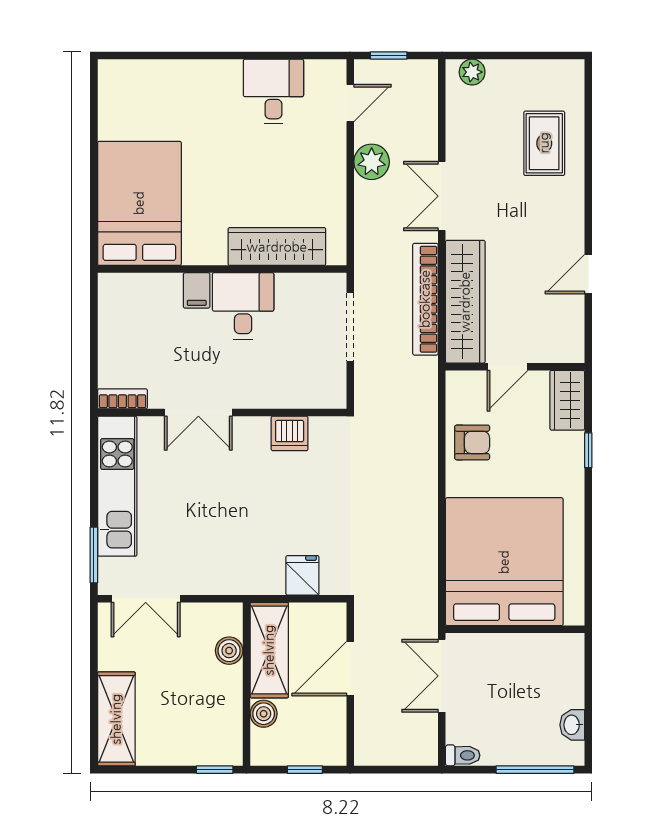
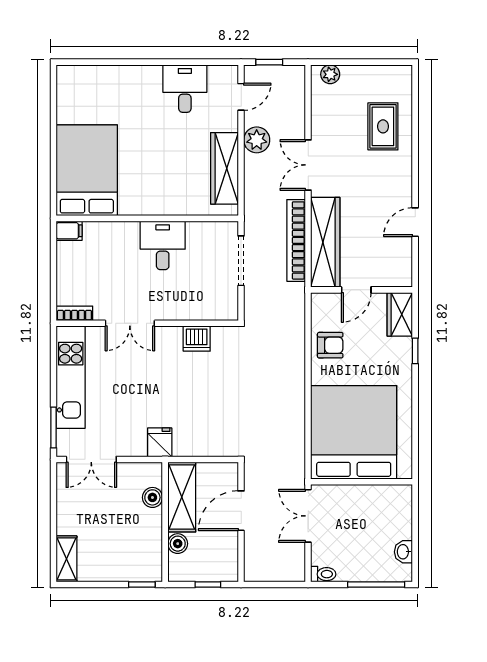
wardrobe: (277, 247) -> (225, 168), moved, turned -90
filing cabinet: (197, 290) -> (69, 231), moved, turned -90
fridge: (302, 575) -> (160, 442), moved
shelving: (116, 719) -> (67, 559), width x0.67, depth x0.75

